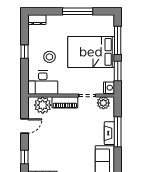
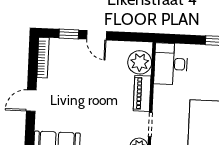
stool: (49, 57) -> (206, 75), removed
door: (25, 126) -> (97, 35), moved

